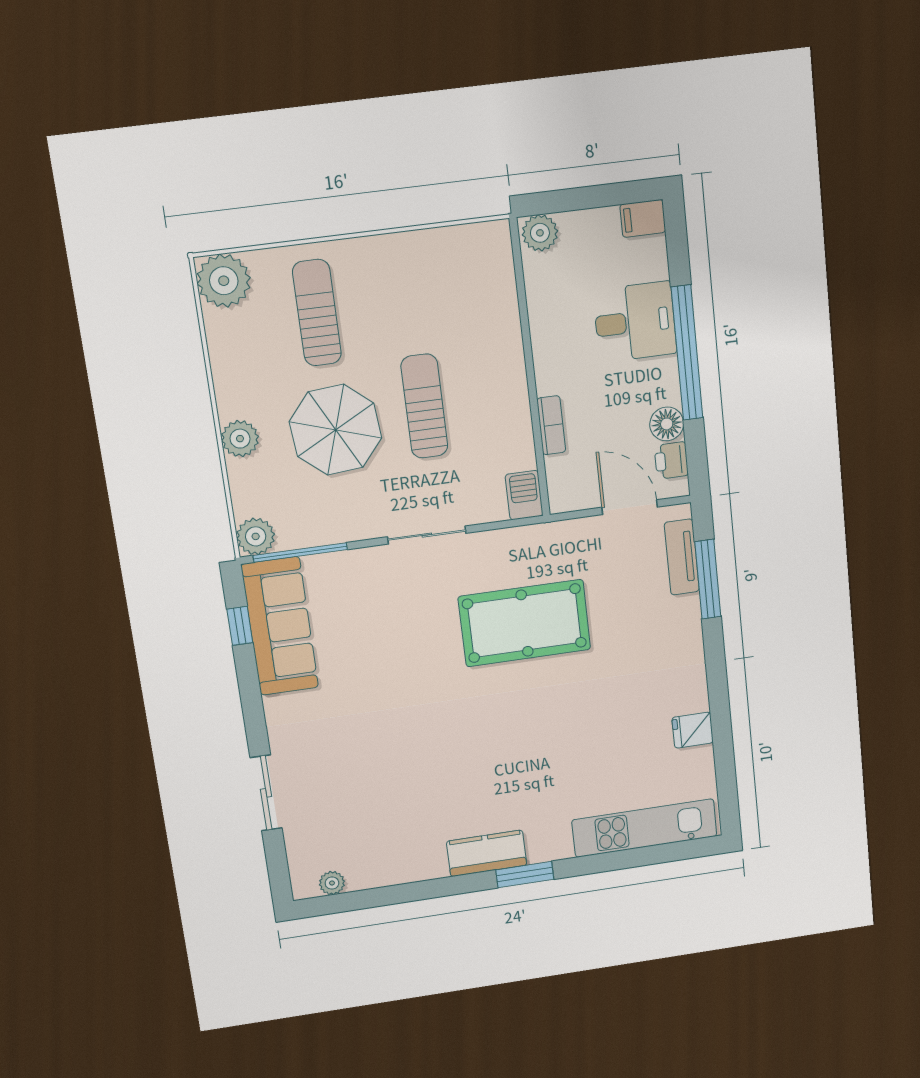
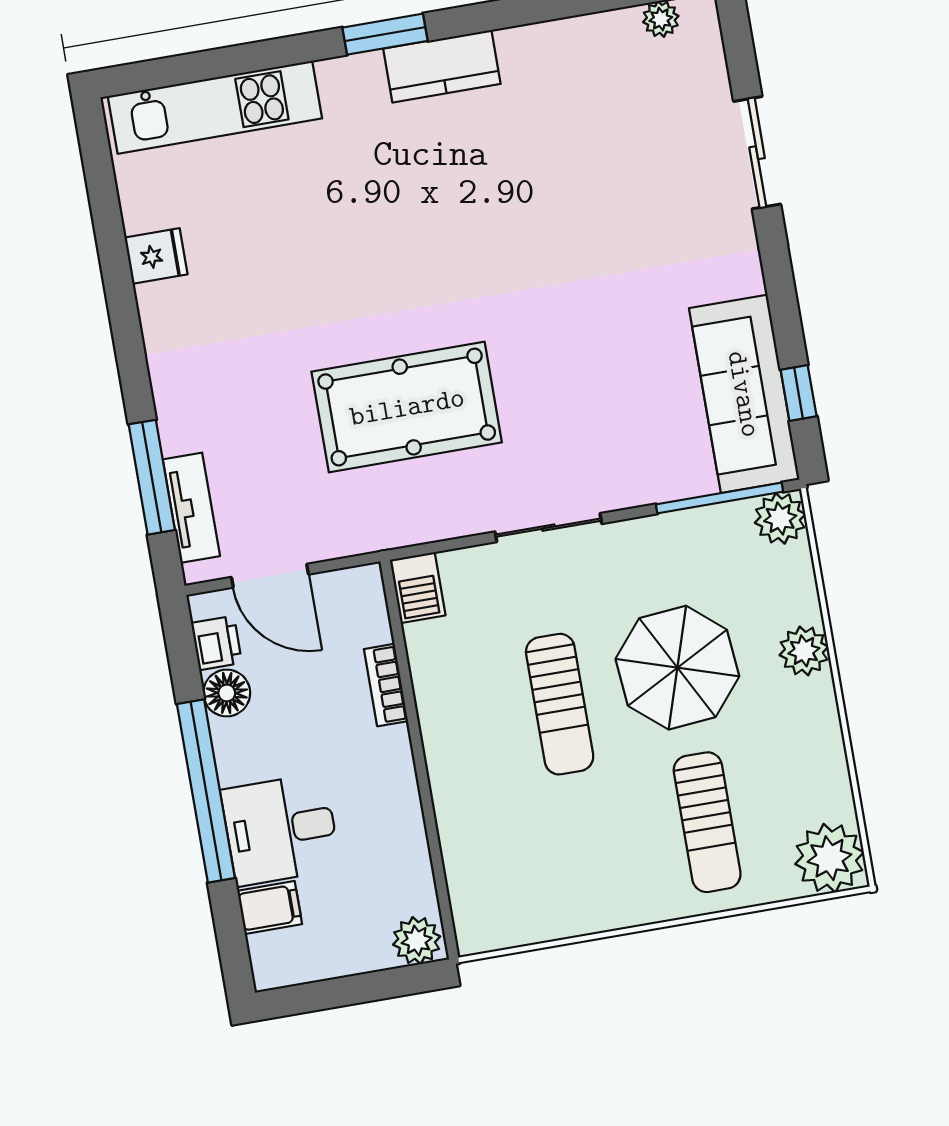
filing cabinet: (643, 218) -> (270, 907), moved

